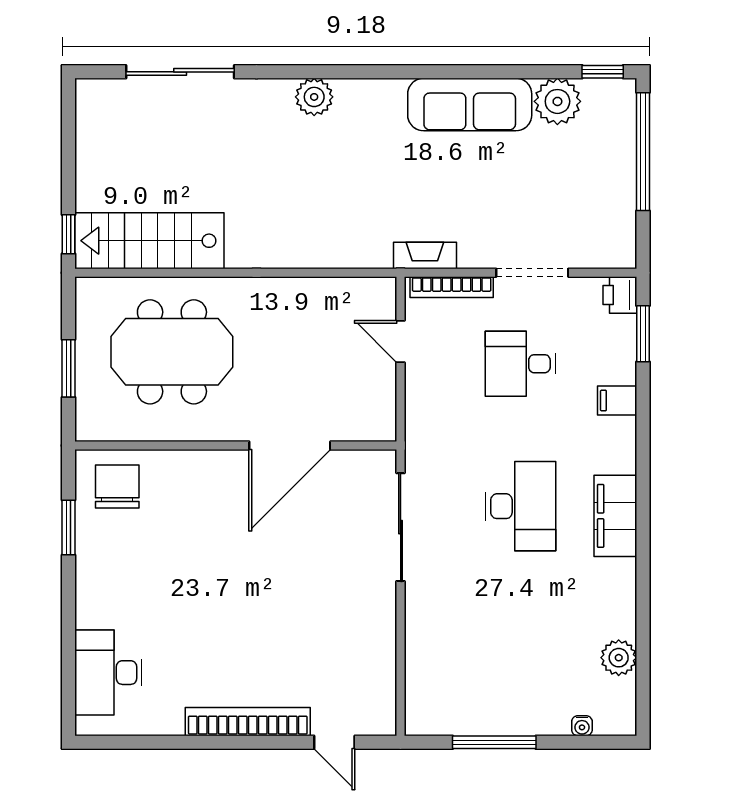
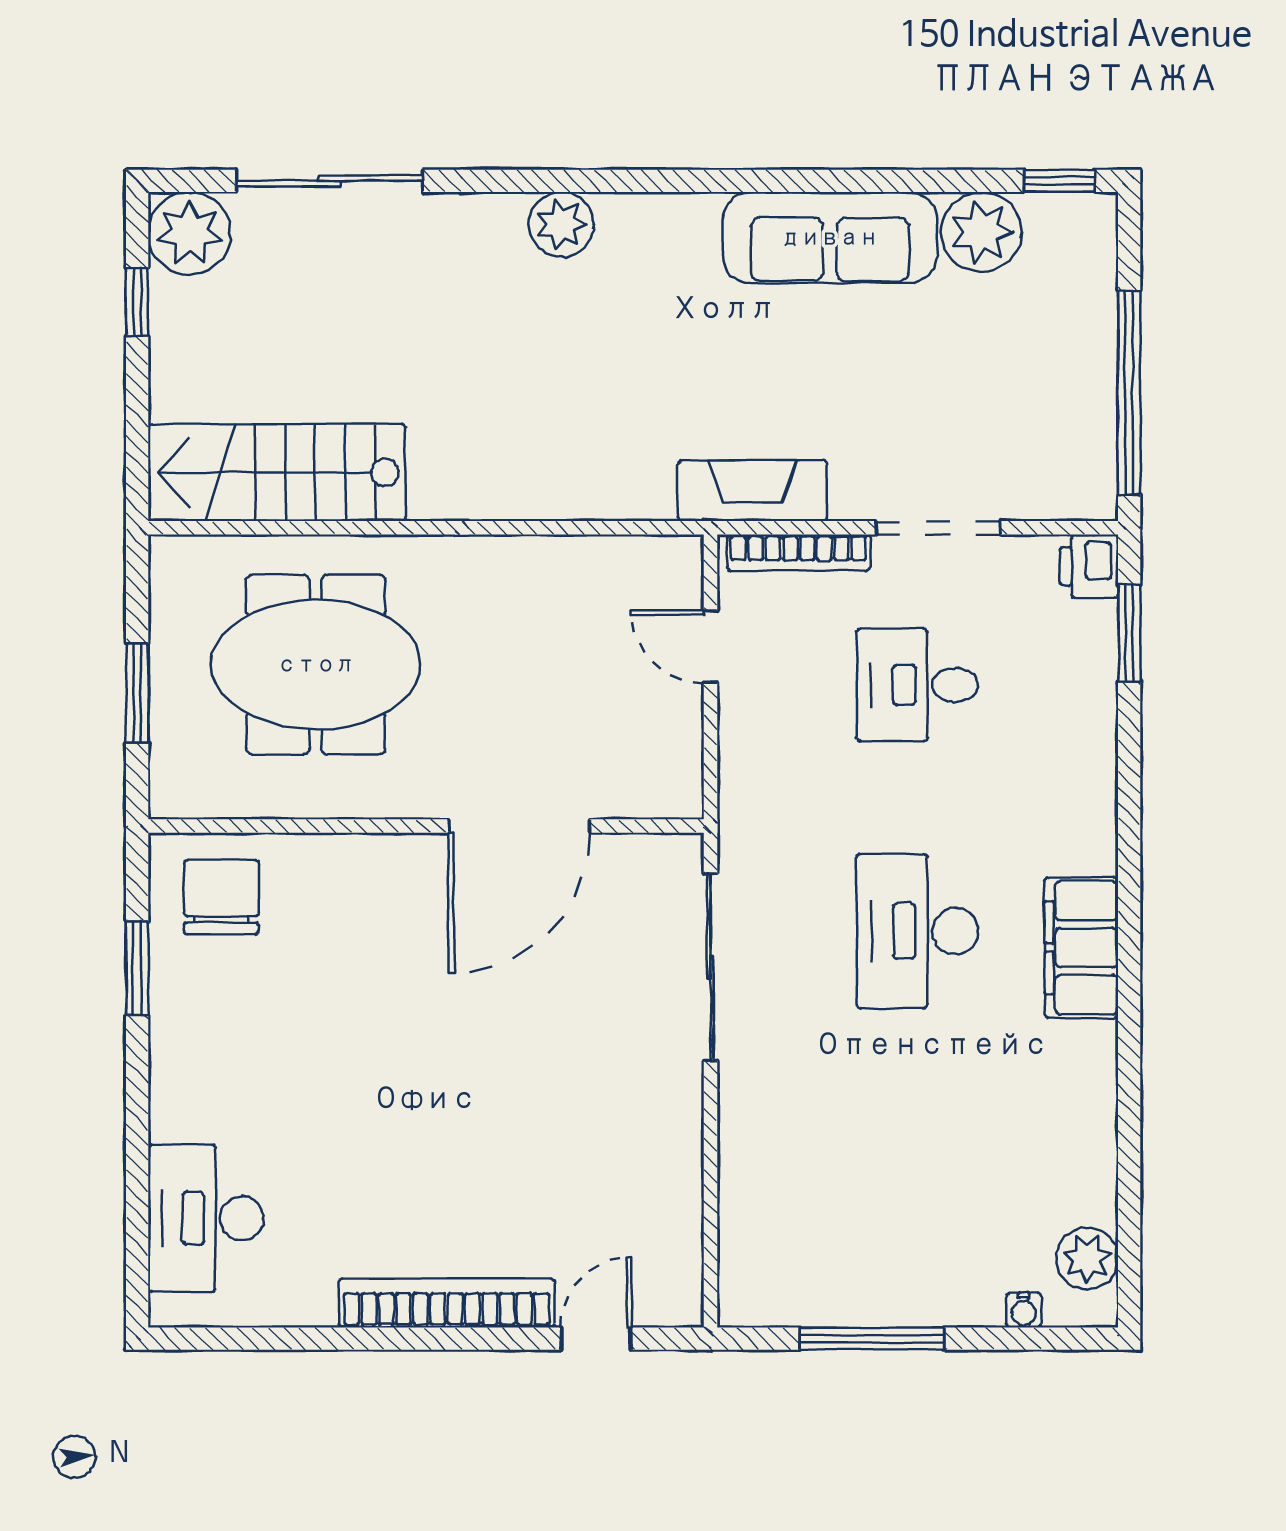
plant: (99, 102) -> (189, 233), added
window: (643, 152) -> (1129, 393), moved
window: (68, 234) -> (137, 302), moved
fireplace: (425, 255) -> (753, 491), width x1.37, depth x1.32
filing cabinet: (617, 400) -> (1084, 748), removed
desk: (520, 506) -> (918, 931), turned 180
plant: (619, 658) -> (1087, 1258), moved
door: (334, 742) -> (596, 1339), swing flipped

